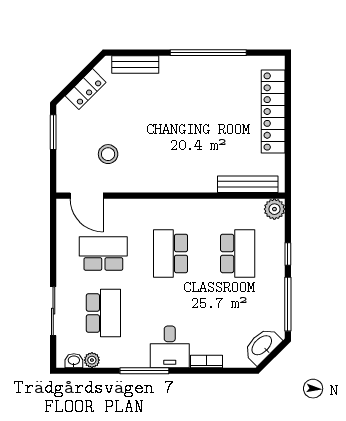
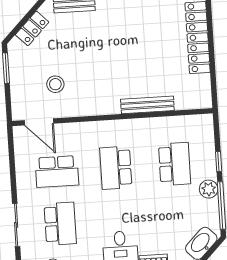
bench: (248, 184) -> (147, 105), moved
plant: (274, 209) -> (209, 189), moved
school desk: (103, 253) -> (57, 172), turned 180

